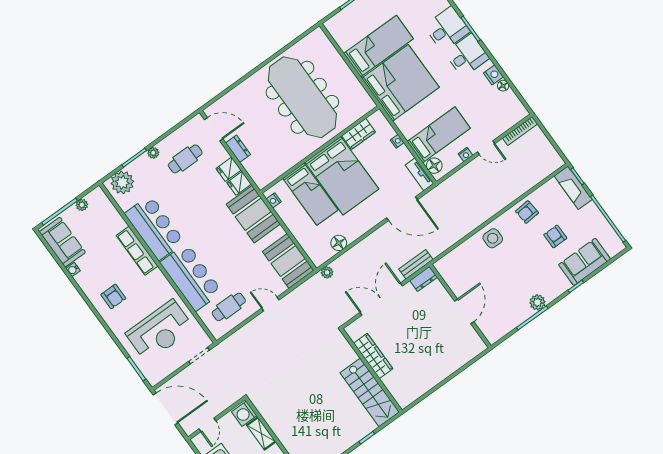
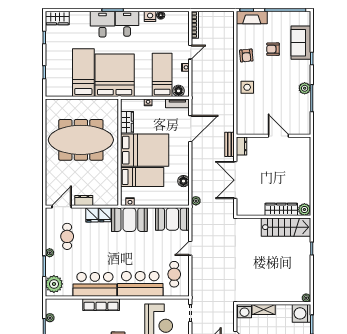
wardrobe: (373, 356) -> (281, 209), moved
plant: (404, 399) -> (304, 210), added

